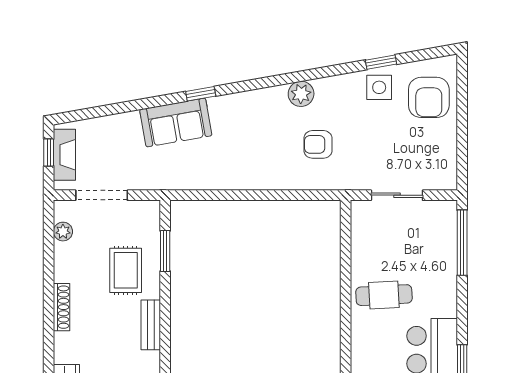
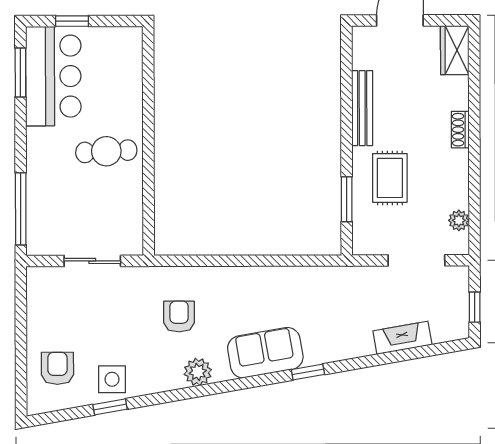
armchair: (429, 97) -> (57, 368), width x0.72, depth x0.72
sofa: (176, 122) -> (265, 353), moved
armchair: (318, 144) -> (179, 317), turned -90
fireplace: (64, 155) -> (402, 338), moved, turned 80
shoe rack: (62, 307) -> (460, 130), width x0.70
bench: (151, 325) -> (362, 108), width x1.36

